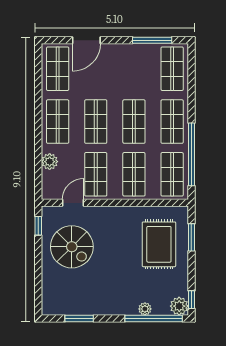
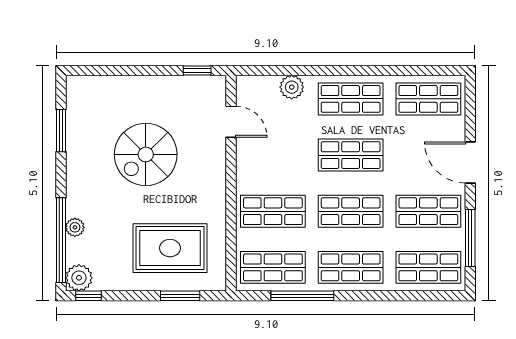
door: (86, 40) -> (470, 162), moved
window: (191, 154) -> (302, 296), width x0.68
shop shelf: (96, 174) -> (428, 211), moved
spiral stairs: (72, 247) -> (146, 154), moved

